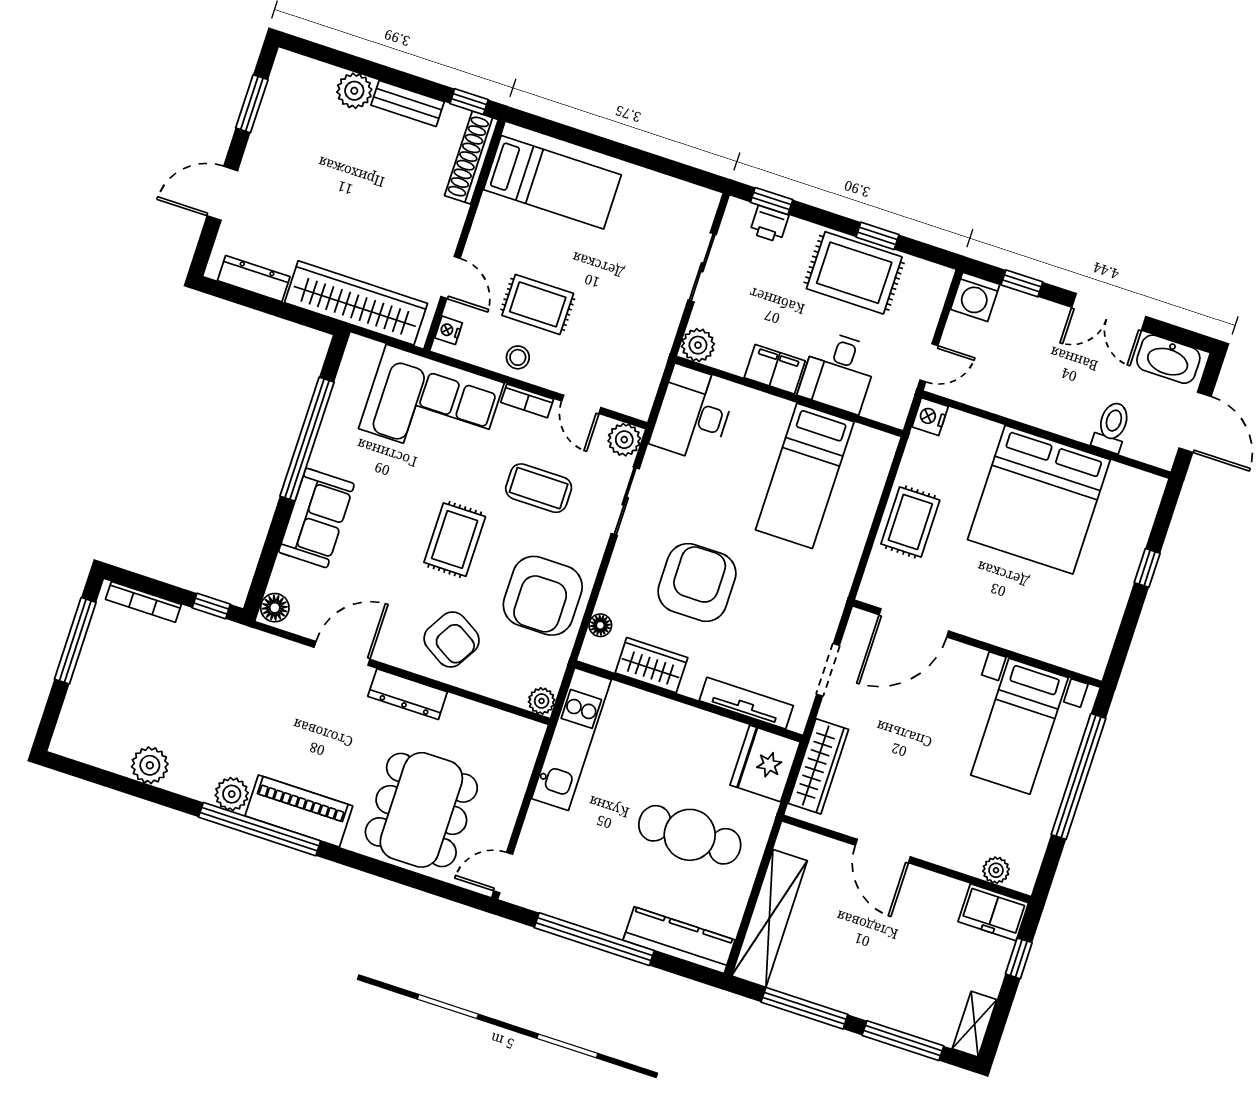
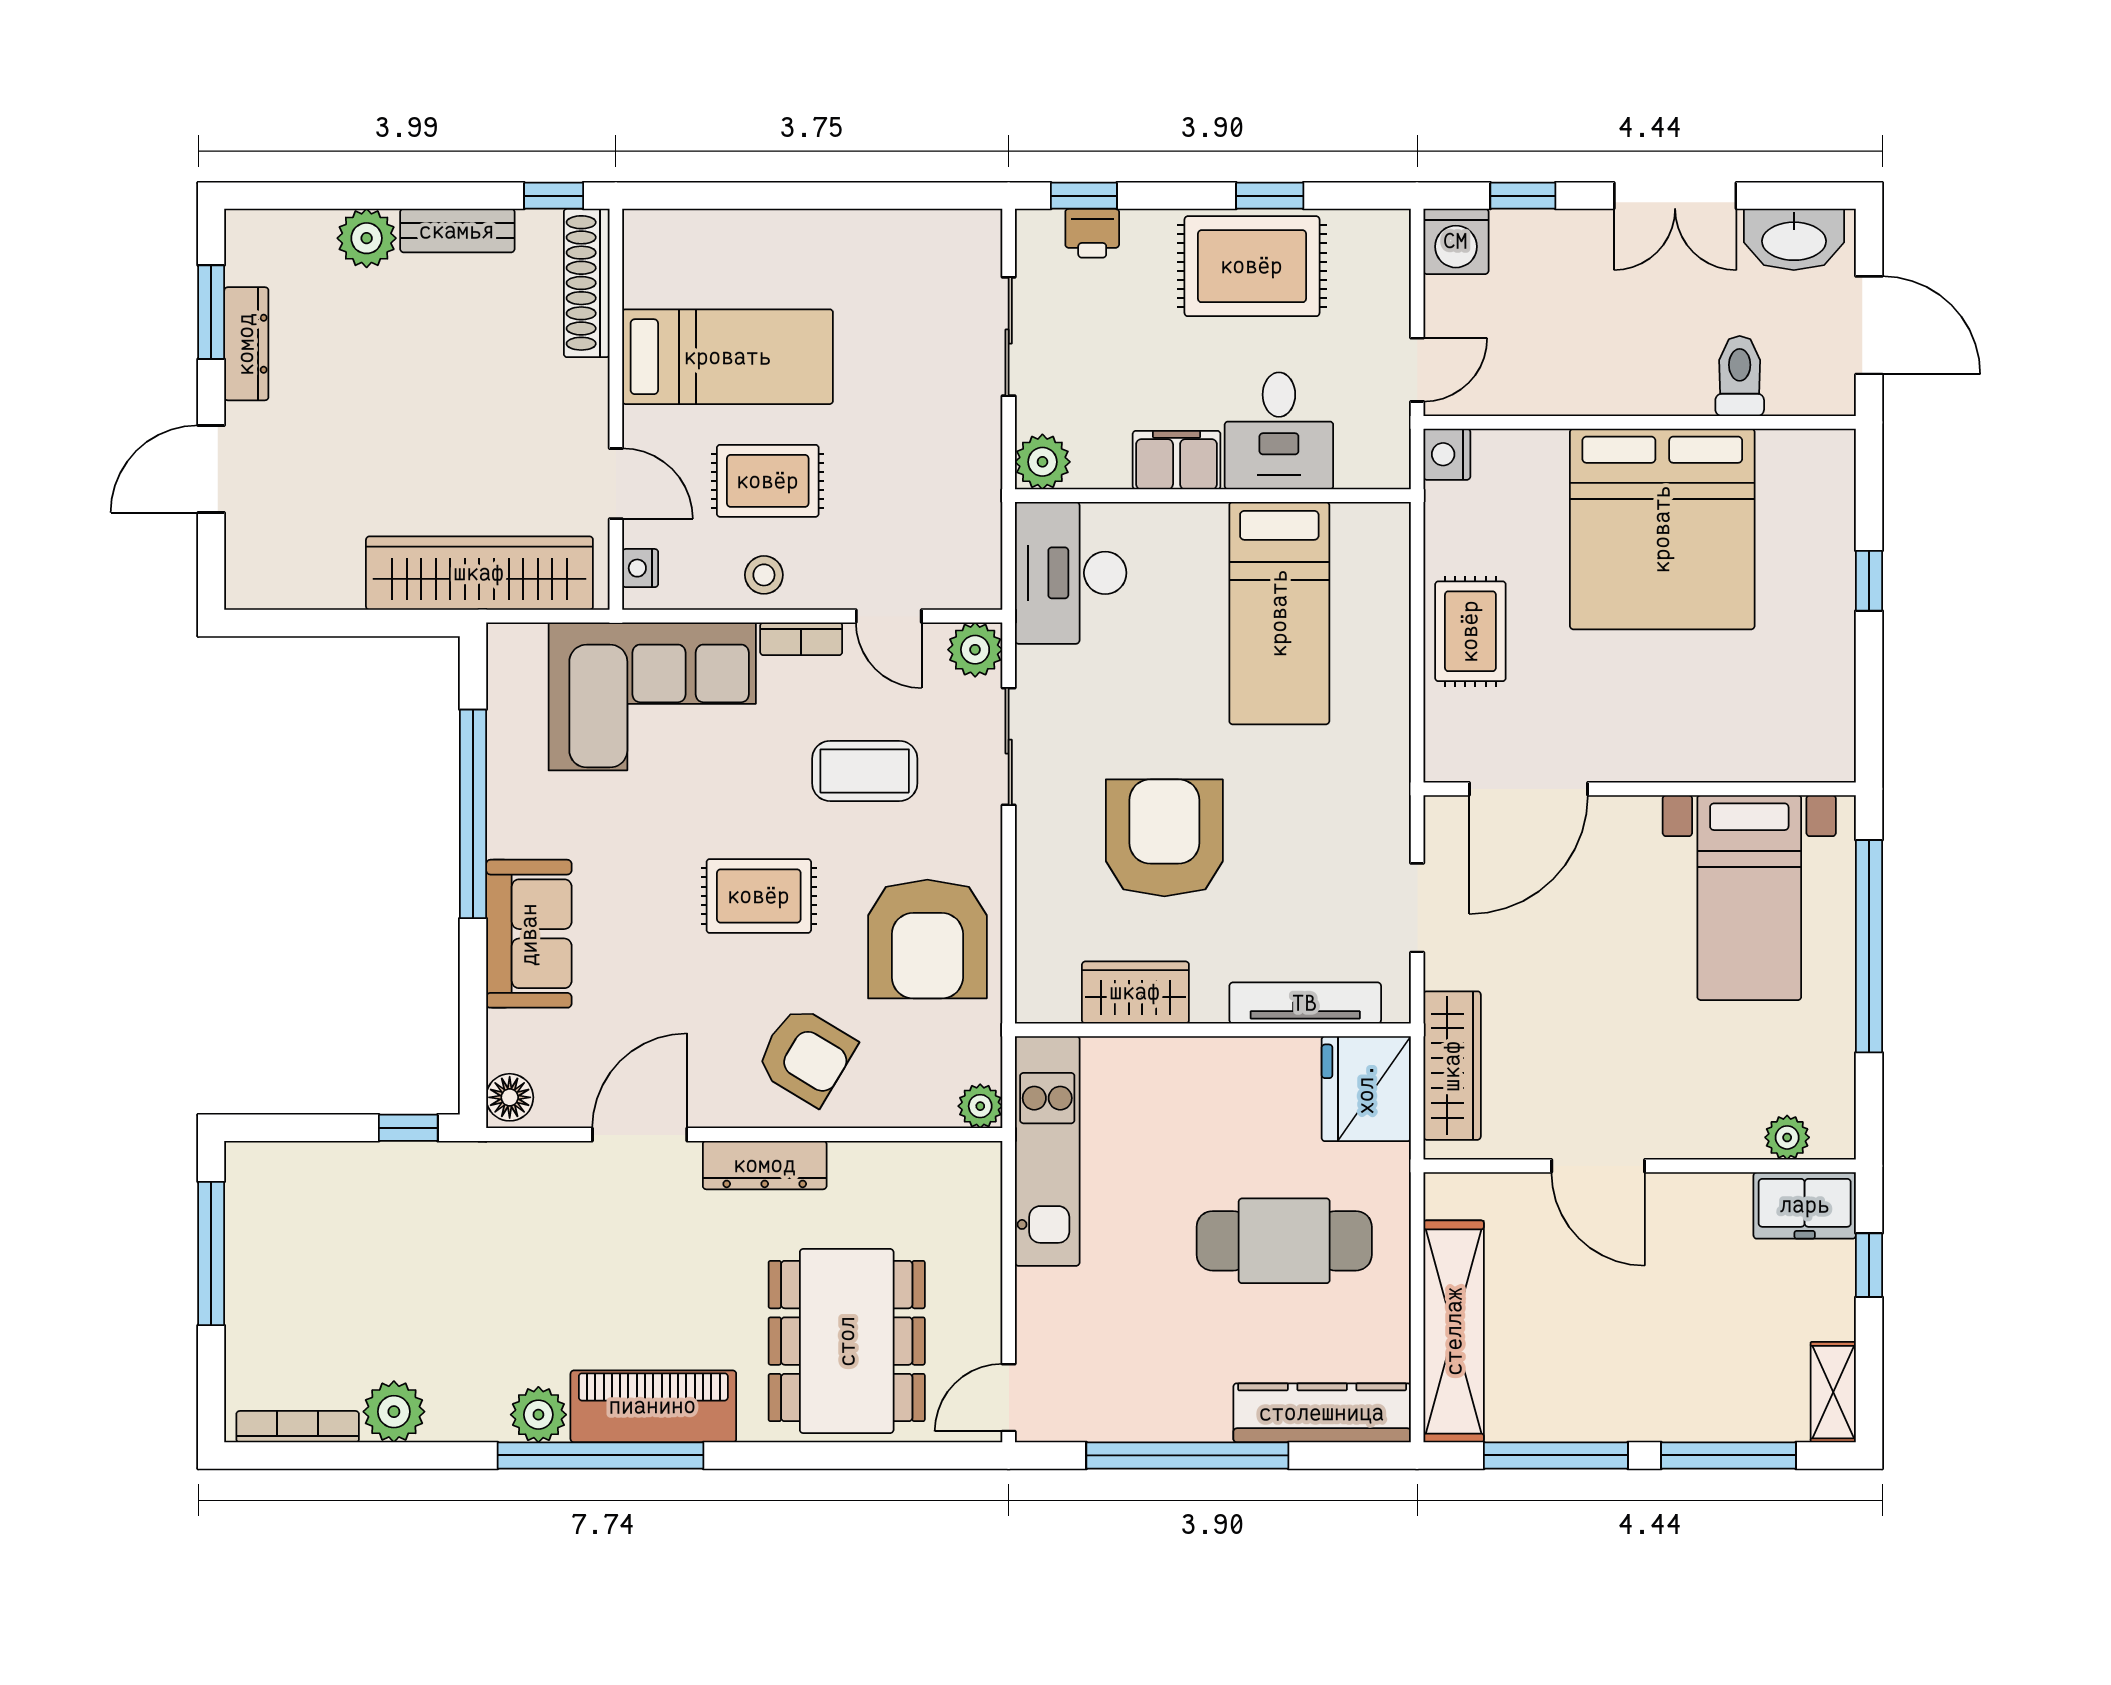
bed: (552, 182) -> (728, 357), moved
dresser: (254, 279) -> (246, 344), moved, turned 90
rug: (455, 540) -> (759, 896), turned 90
bookcase: (143, 602) -> (298, 1427), moved, turned 180
floor lamp: (600, 625) -> (1034, 956), removed

